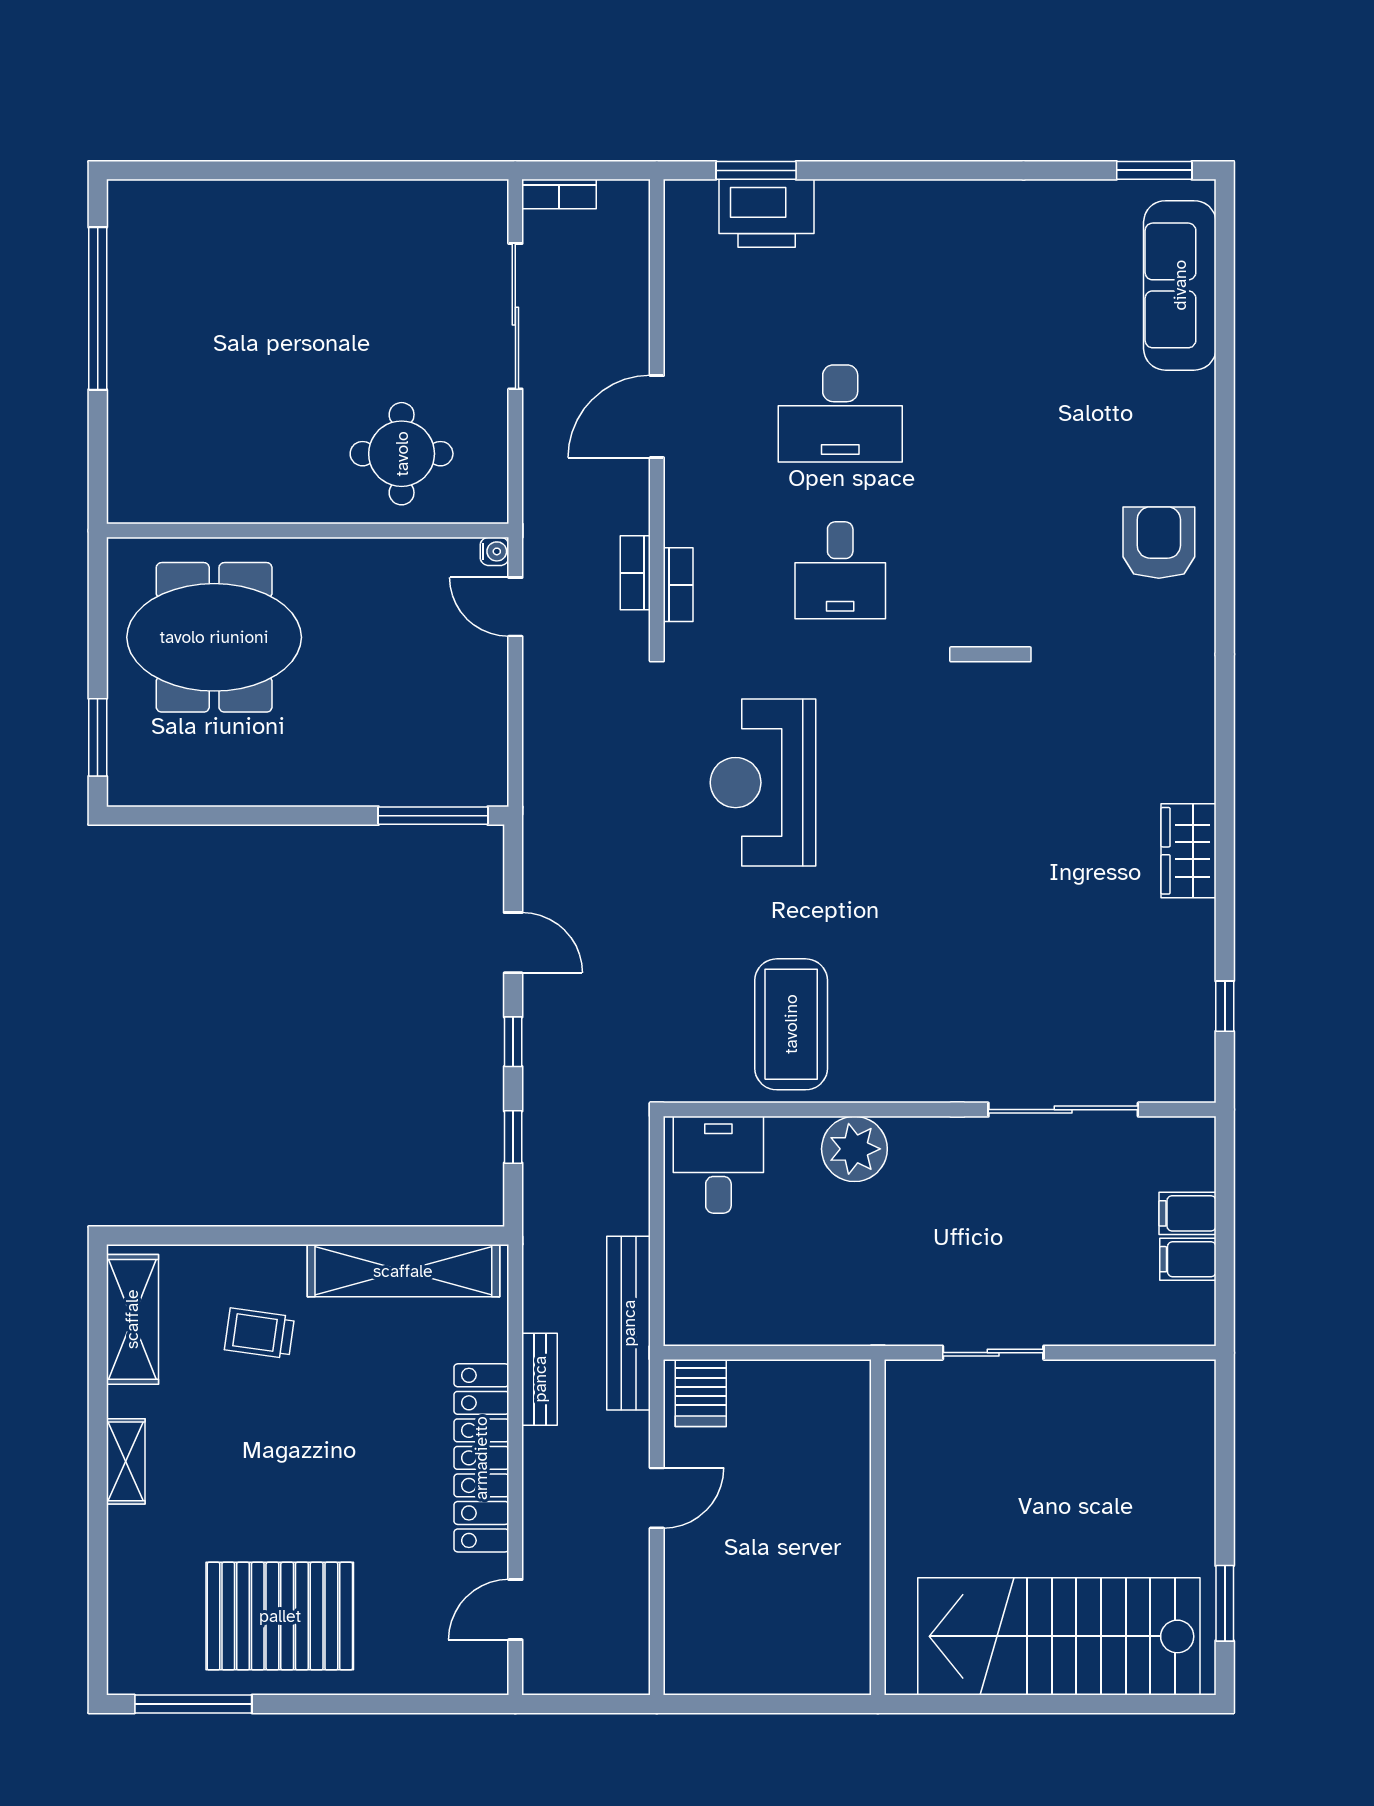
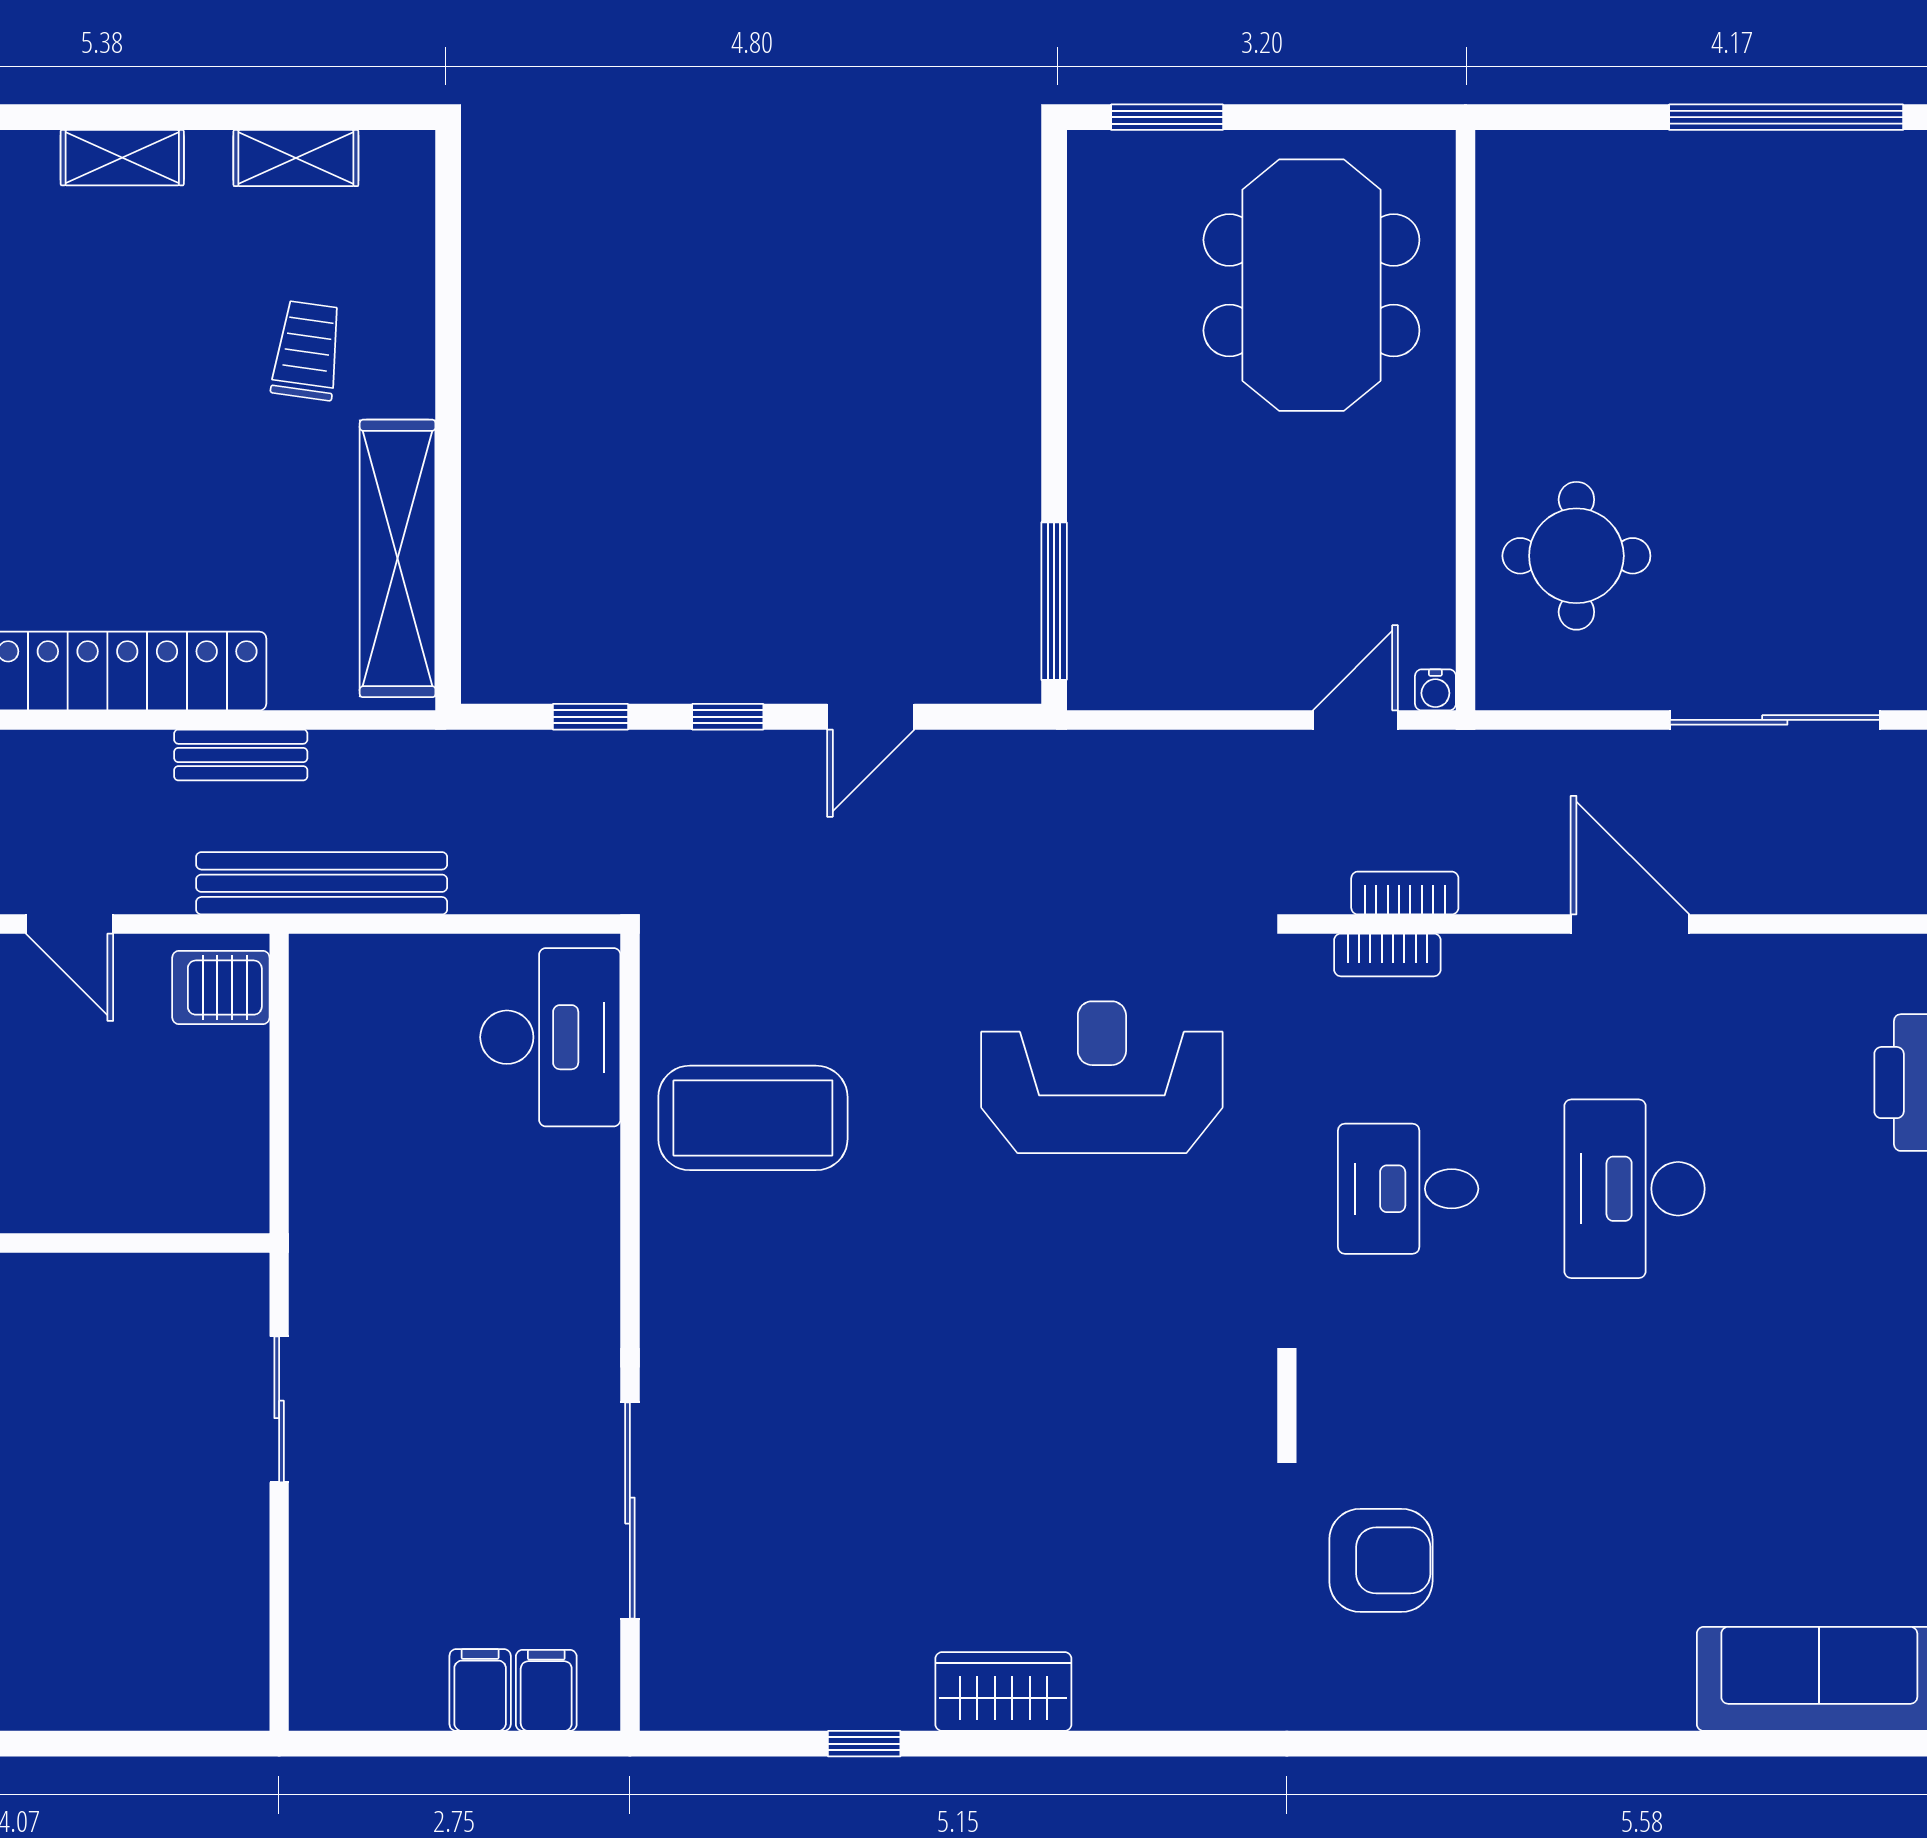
armchair: (1159, 543) -> (1381, 1560), moved
window: (1225, 1006) -> (864, 1744), moved
plant: (854, 1149) -> (573, 1209), removed
desk: (718, 1165) -> (550, 1037), width x1.37
filing cabinet: (1188, 1259) -> (546, 1690), moved
shelving: (132, 1319) -> (296, 158), width x0.67, depth x0.75

